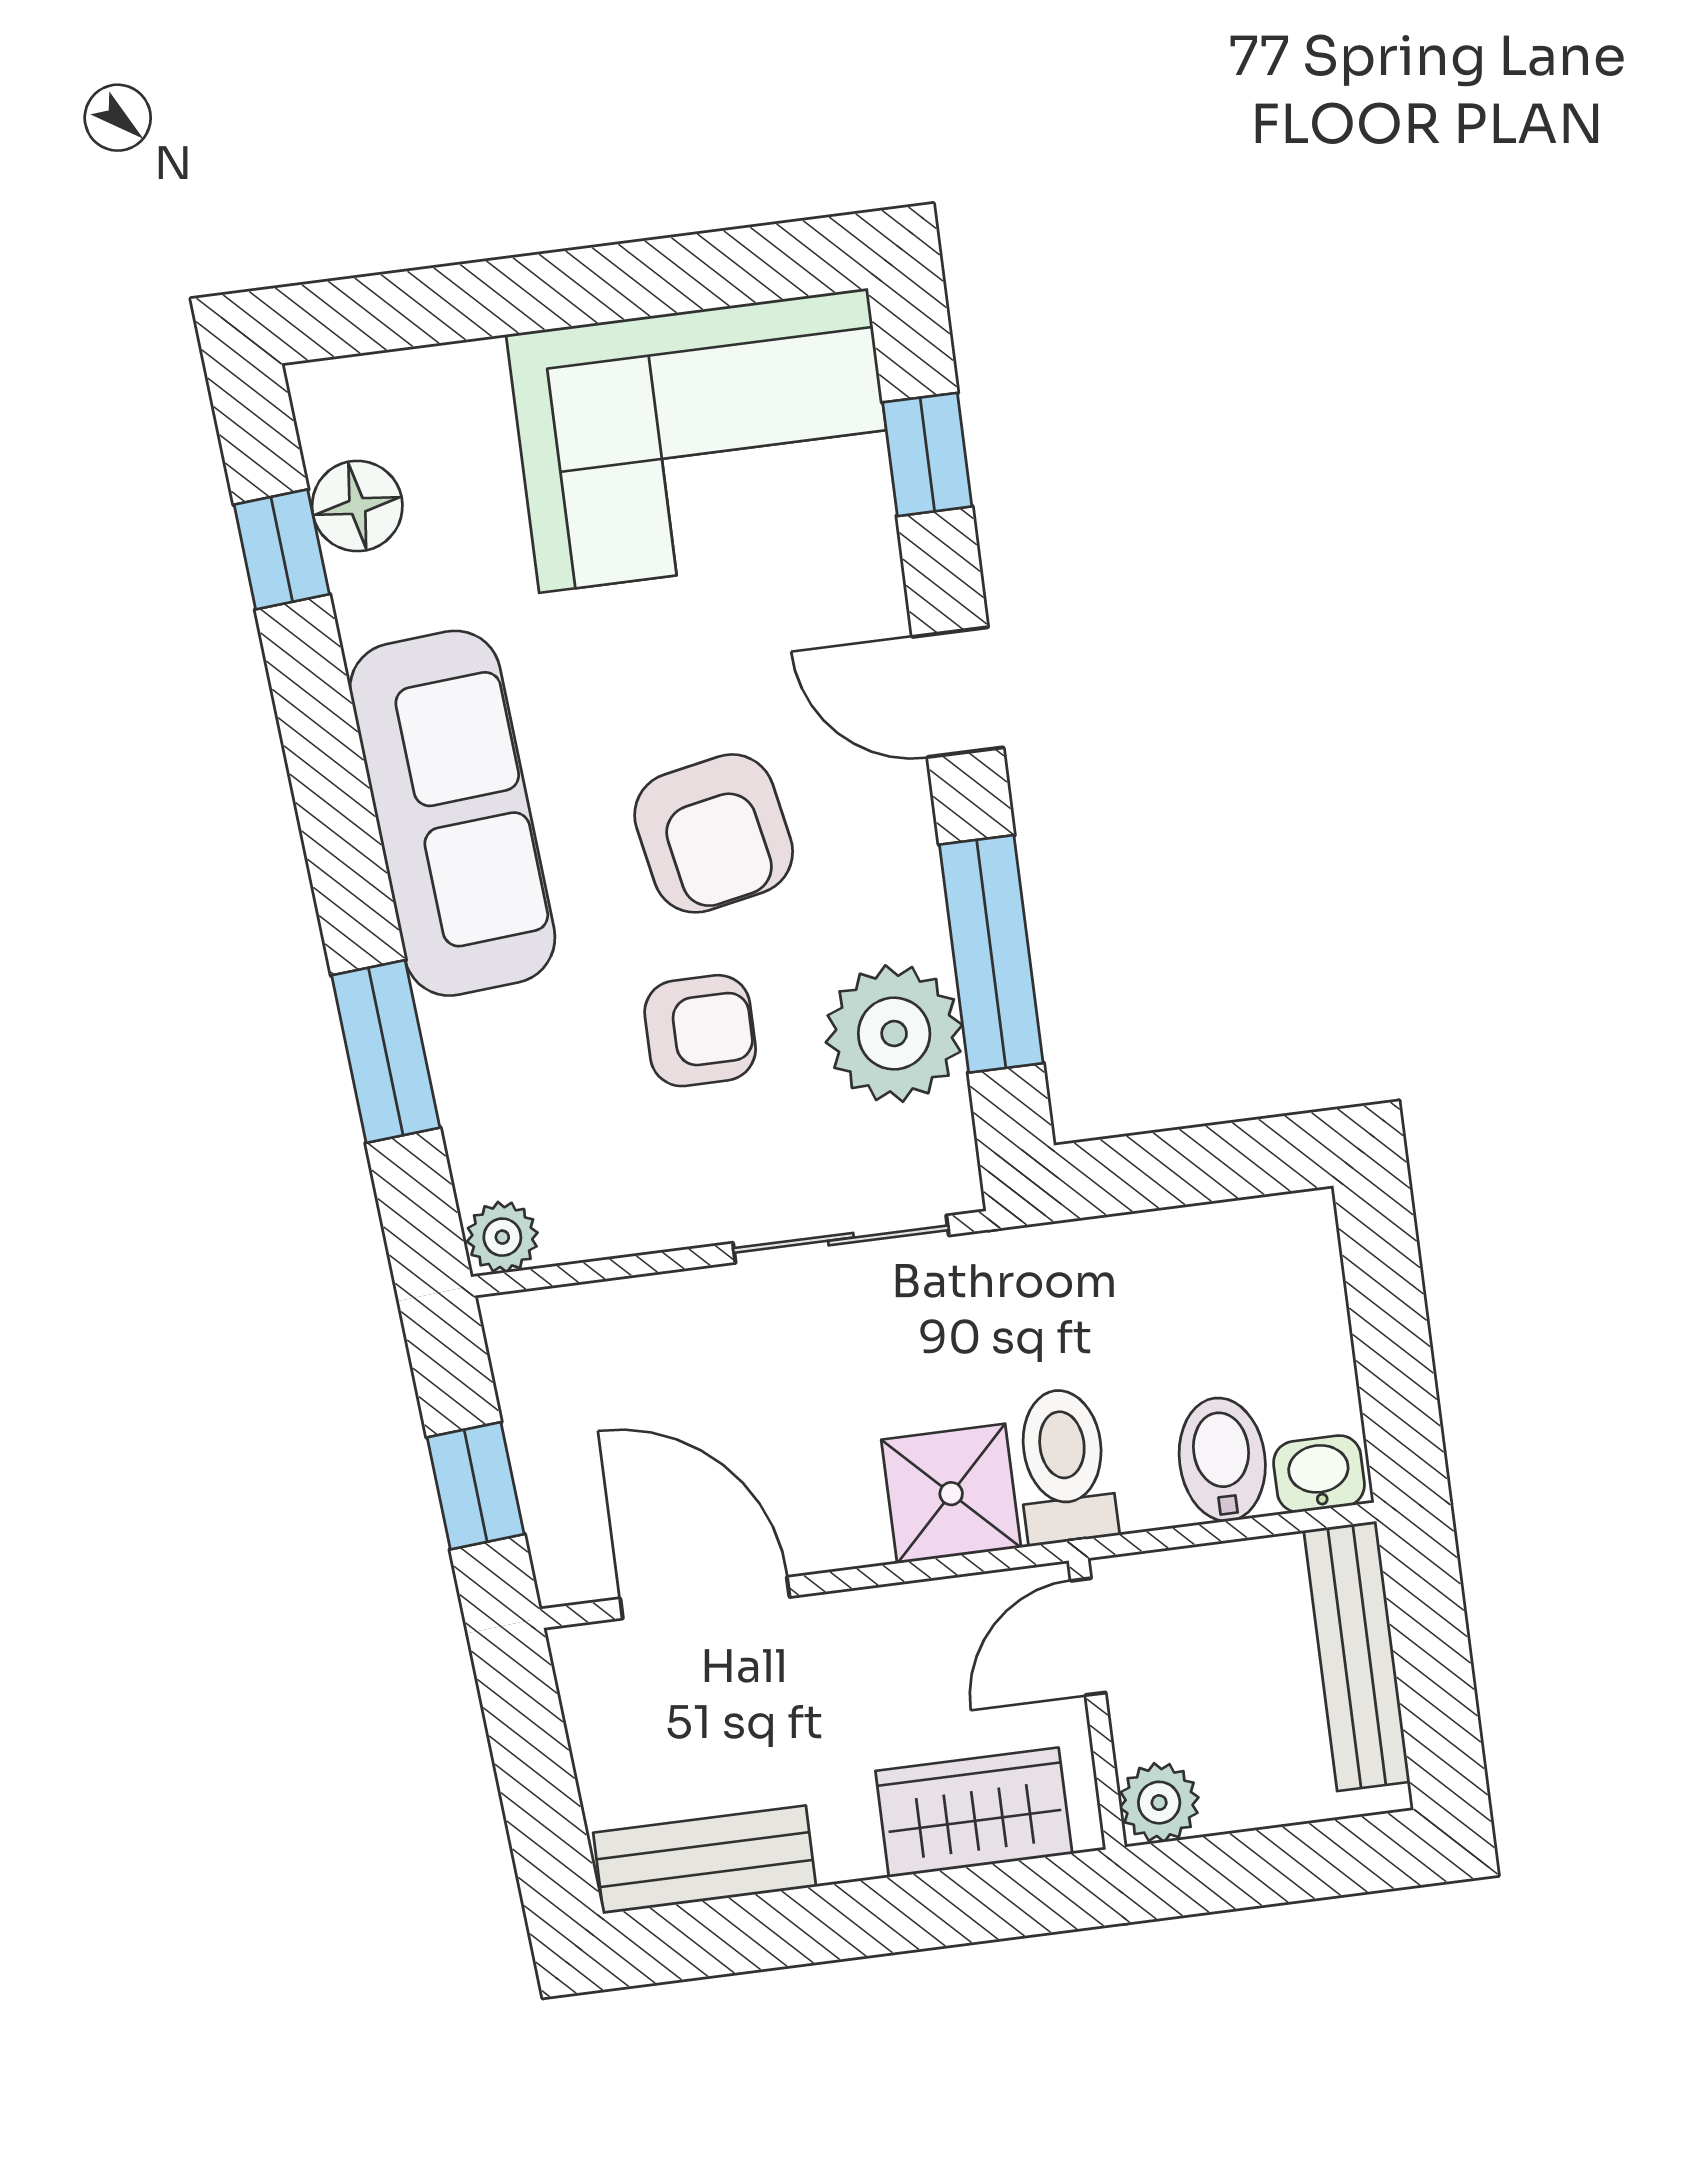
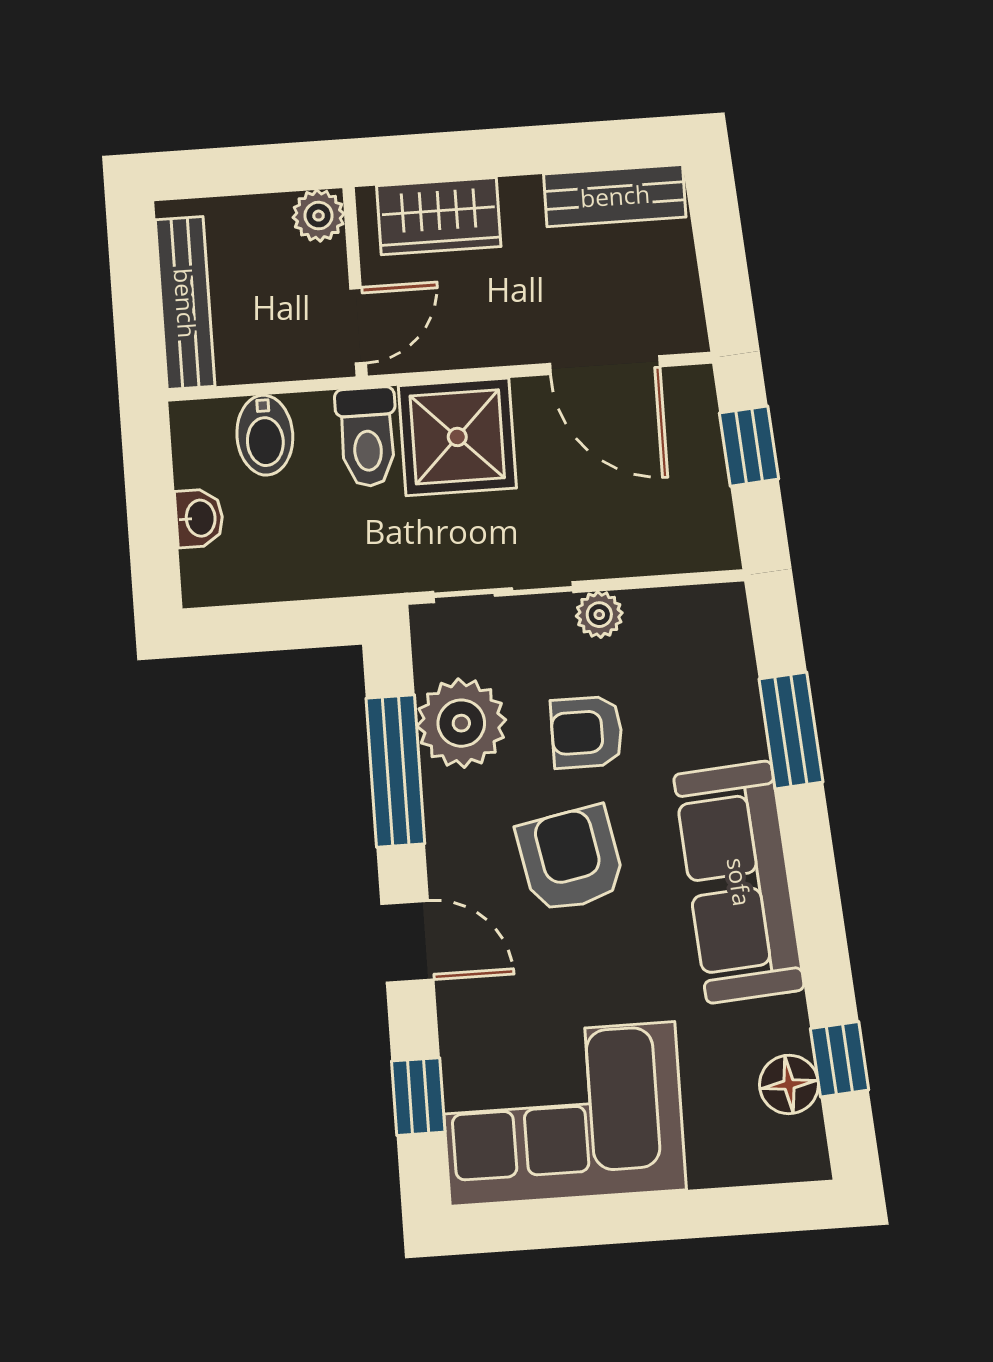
plant: (502, 1237) -> (599, 615), moved
washbasin: (1319, 1474) -> (199, 518), moved, turned -90
shower: (951, 1494) -> (457, 437), width x1.36, depth x1.36

